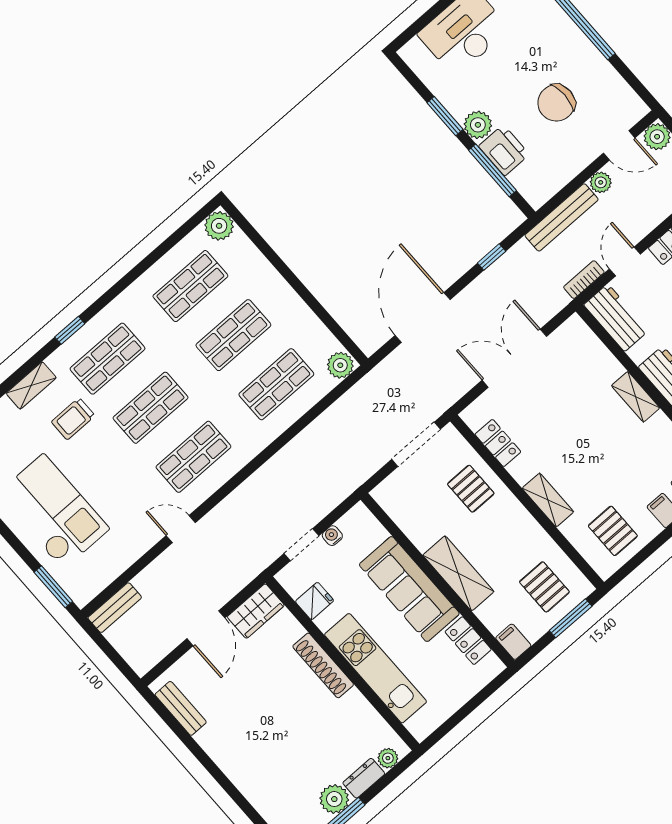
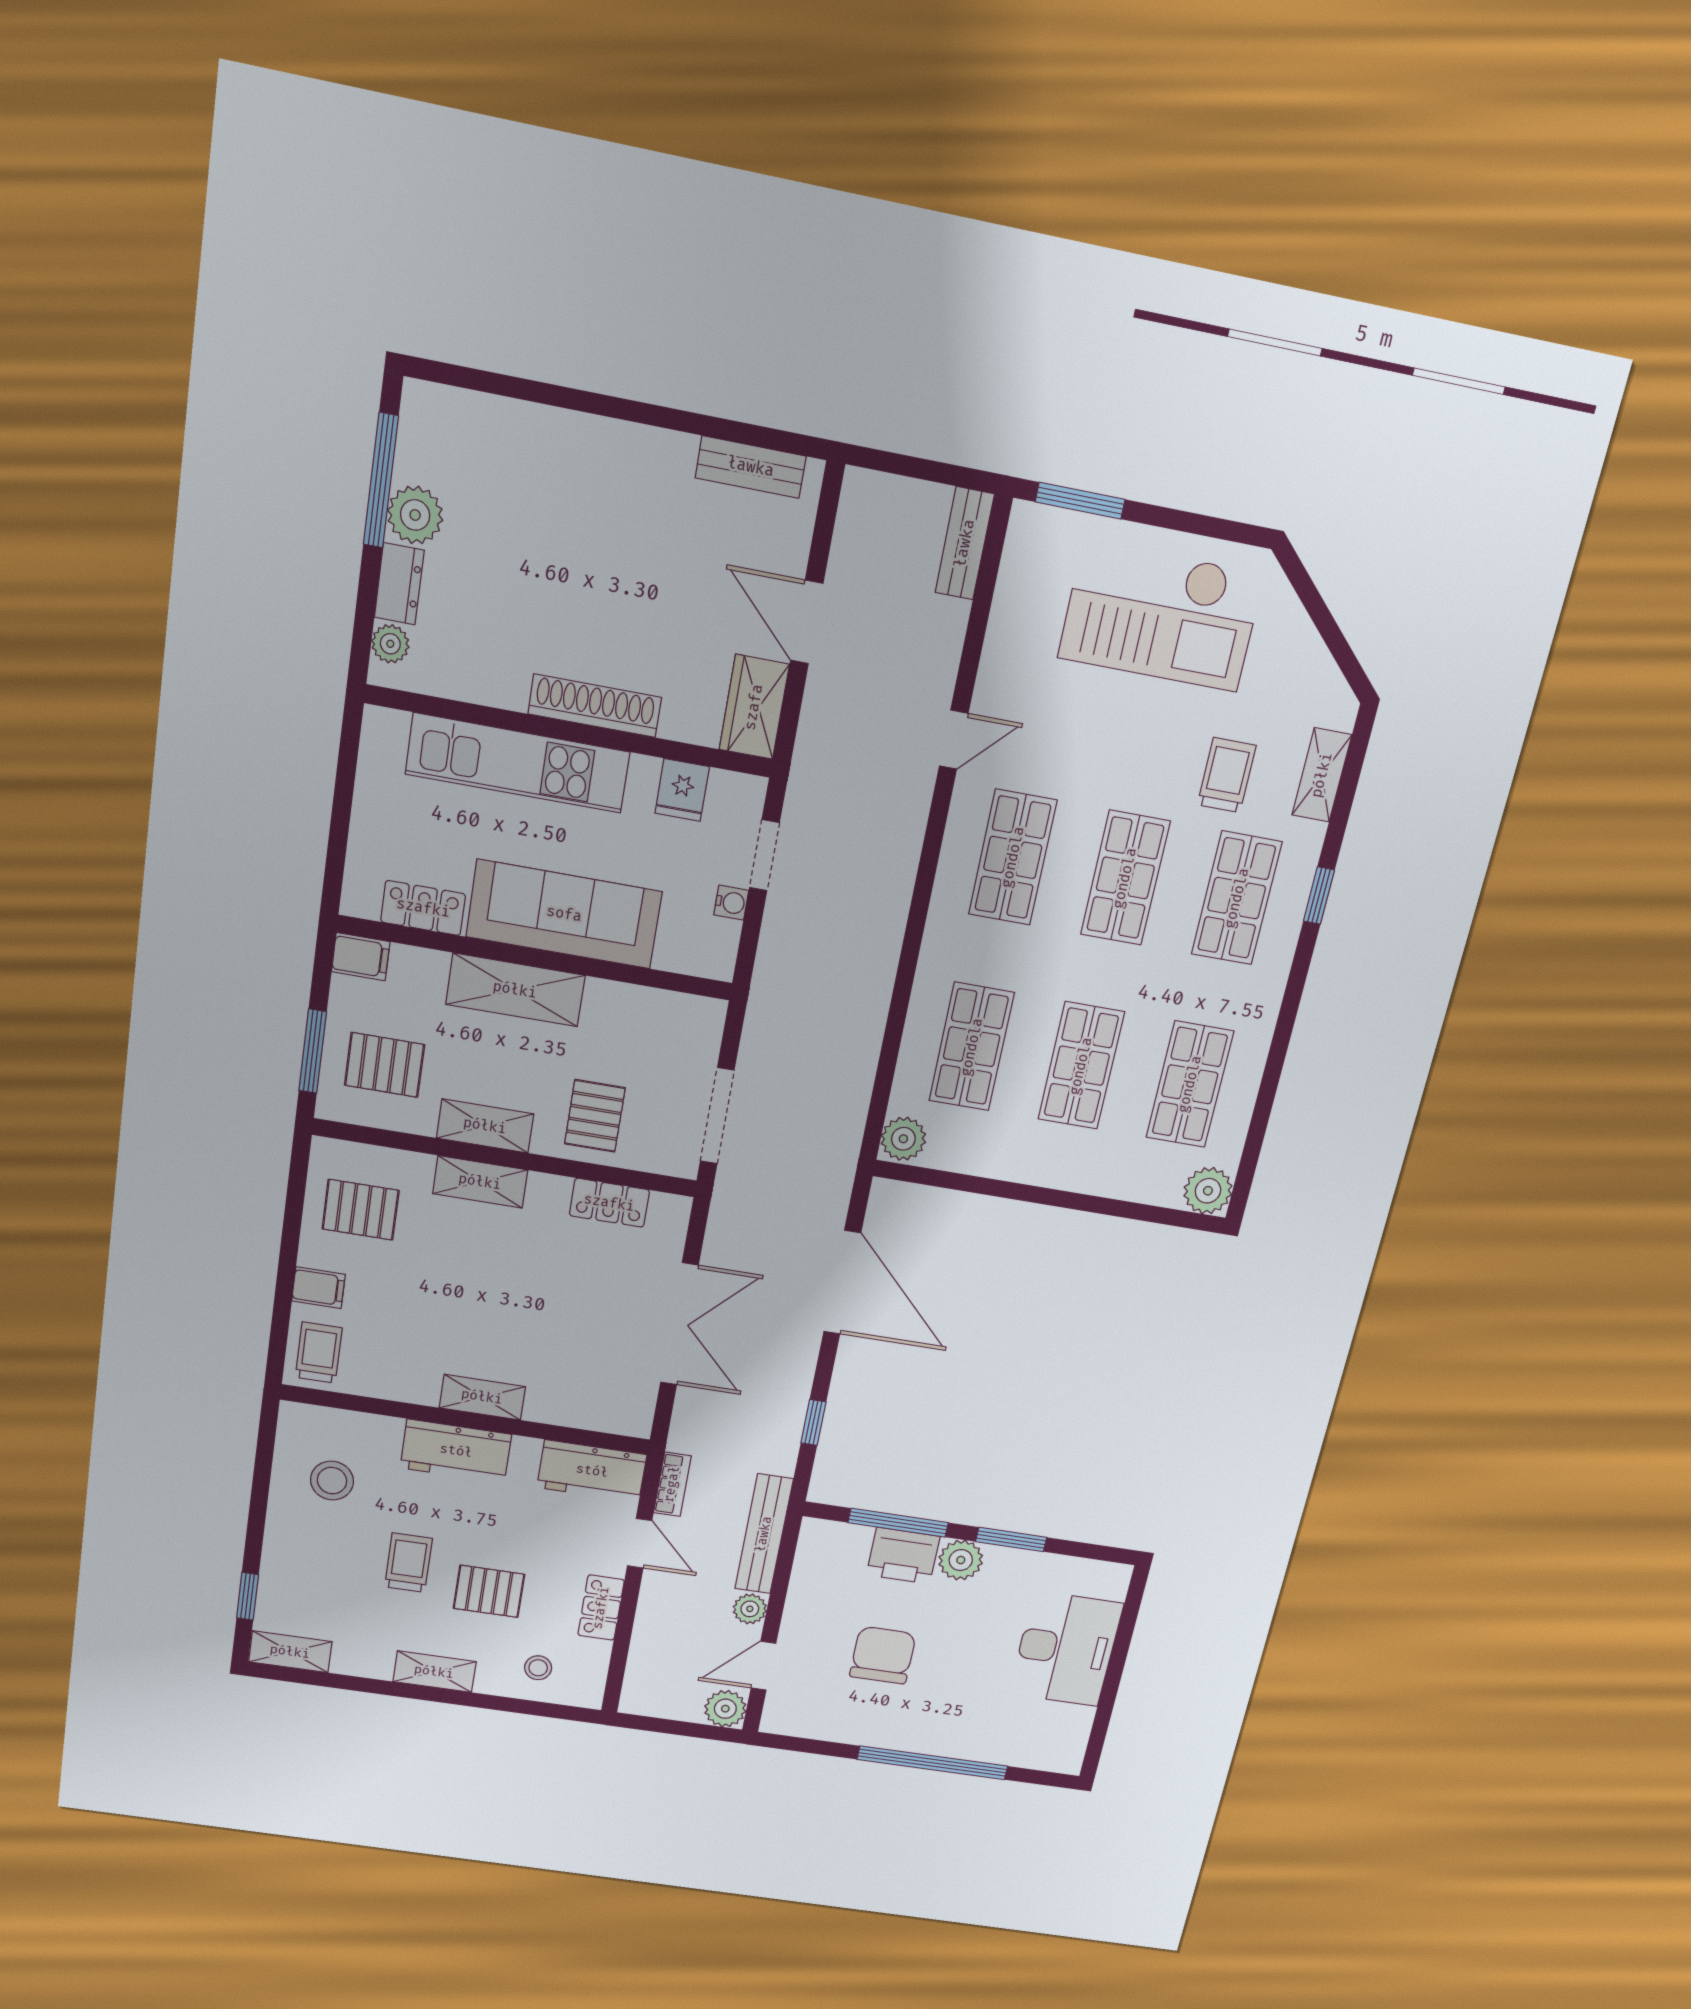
pallet: (471, 489) -> (595, 1116), turned 90
shelving: (524, 524) -> (485, 1126), added

